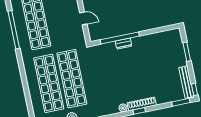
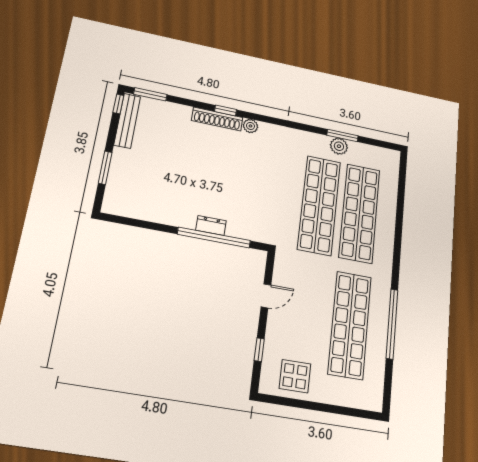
door: (83, 18) -> (266, 296), swing flipped

